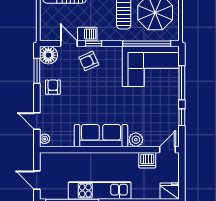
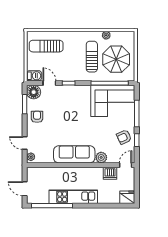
barbecue: (87, 34) -> (34, 76), moved
armchair: (89, 61) -> (124, 137), moved

